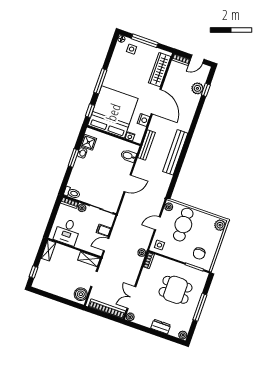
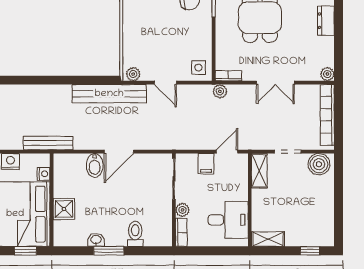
shower: (88, 142) -> (64, 209), moved
bench: (175, 152) -> (109, 94), moved
bidet: (128, 156) -> (95, 165), moved
door: (128, 183) -> (119, 152), swing flipped
toilet: (72, 193) -> (135, 234), moved
cafe table: (183, 225) -> (153, 41), removed
door: (106, 245) -> (227, 152), swing flipped
double door: (131, 298) -> (275, 83), moved

